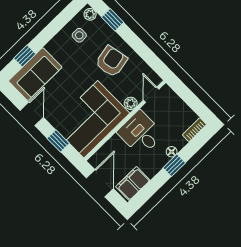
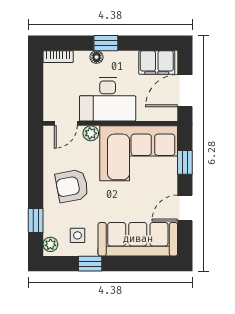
window: (25, 56) -> (90, 264), moved
sofa: (35, 74) -> (138, 239), width x1.36
desk: (141, 133) -> (108, 99), width x1.37

